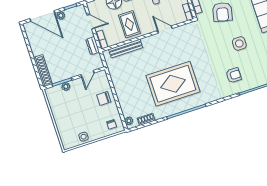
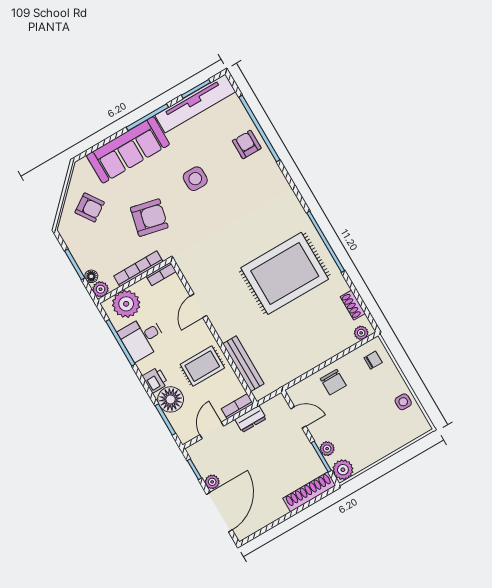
armchair: (234, 75) -> (247, 144), moved
rug: (173, 84) -> (285, 273), turned 90
plant: (52, 93) -> (343, 470), added

